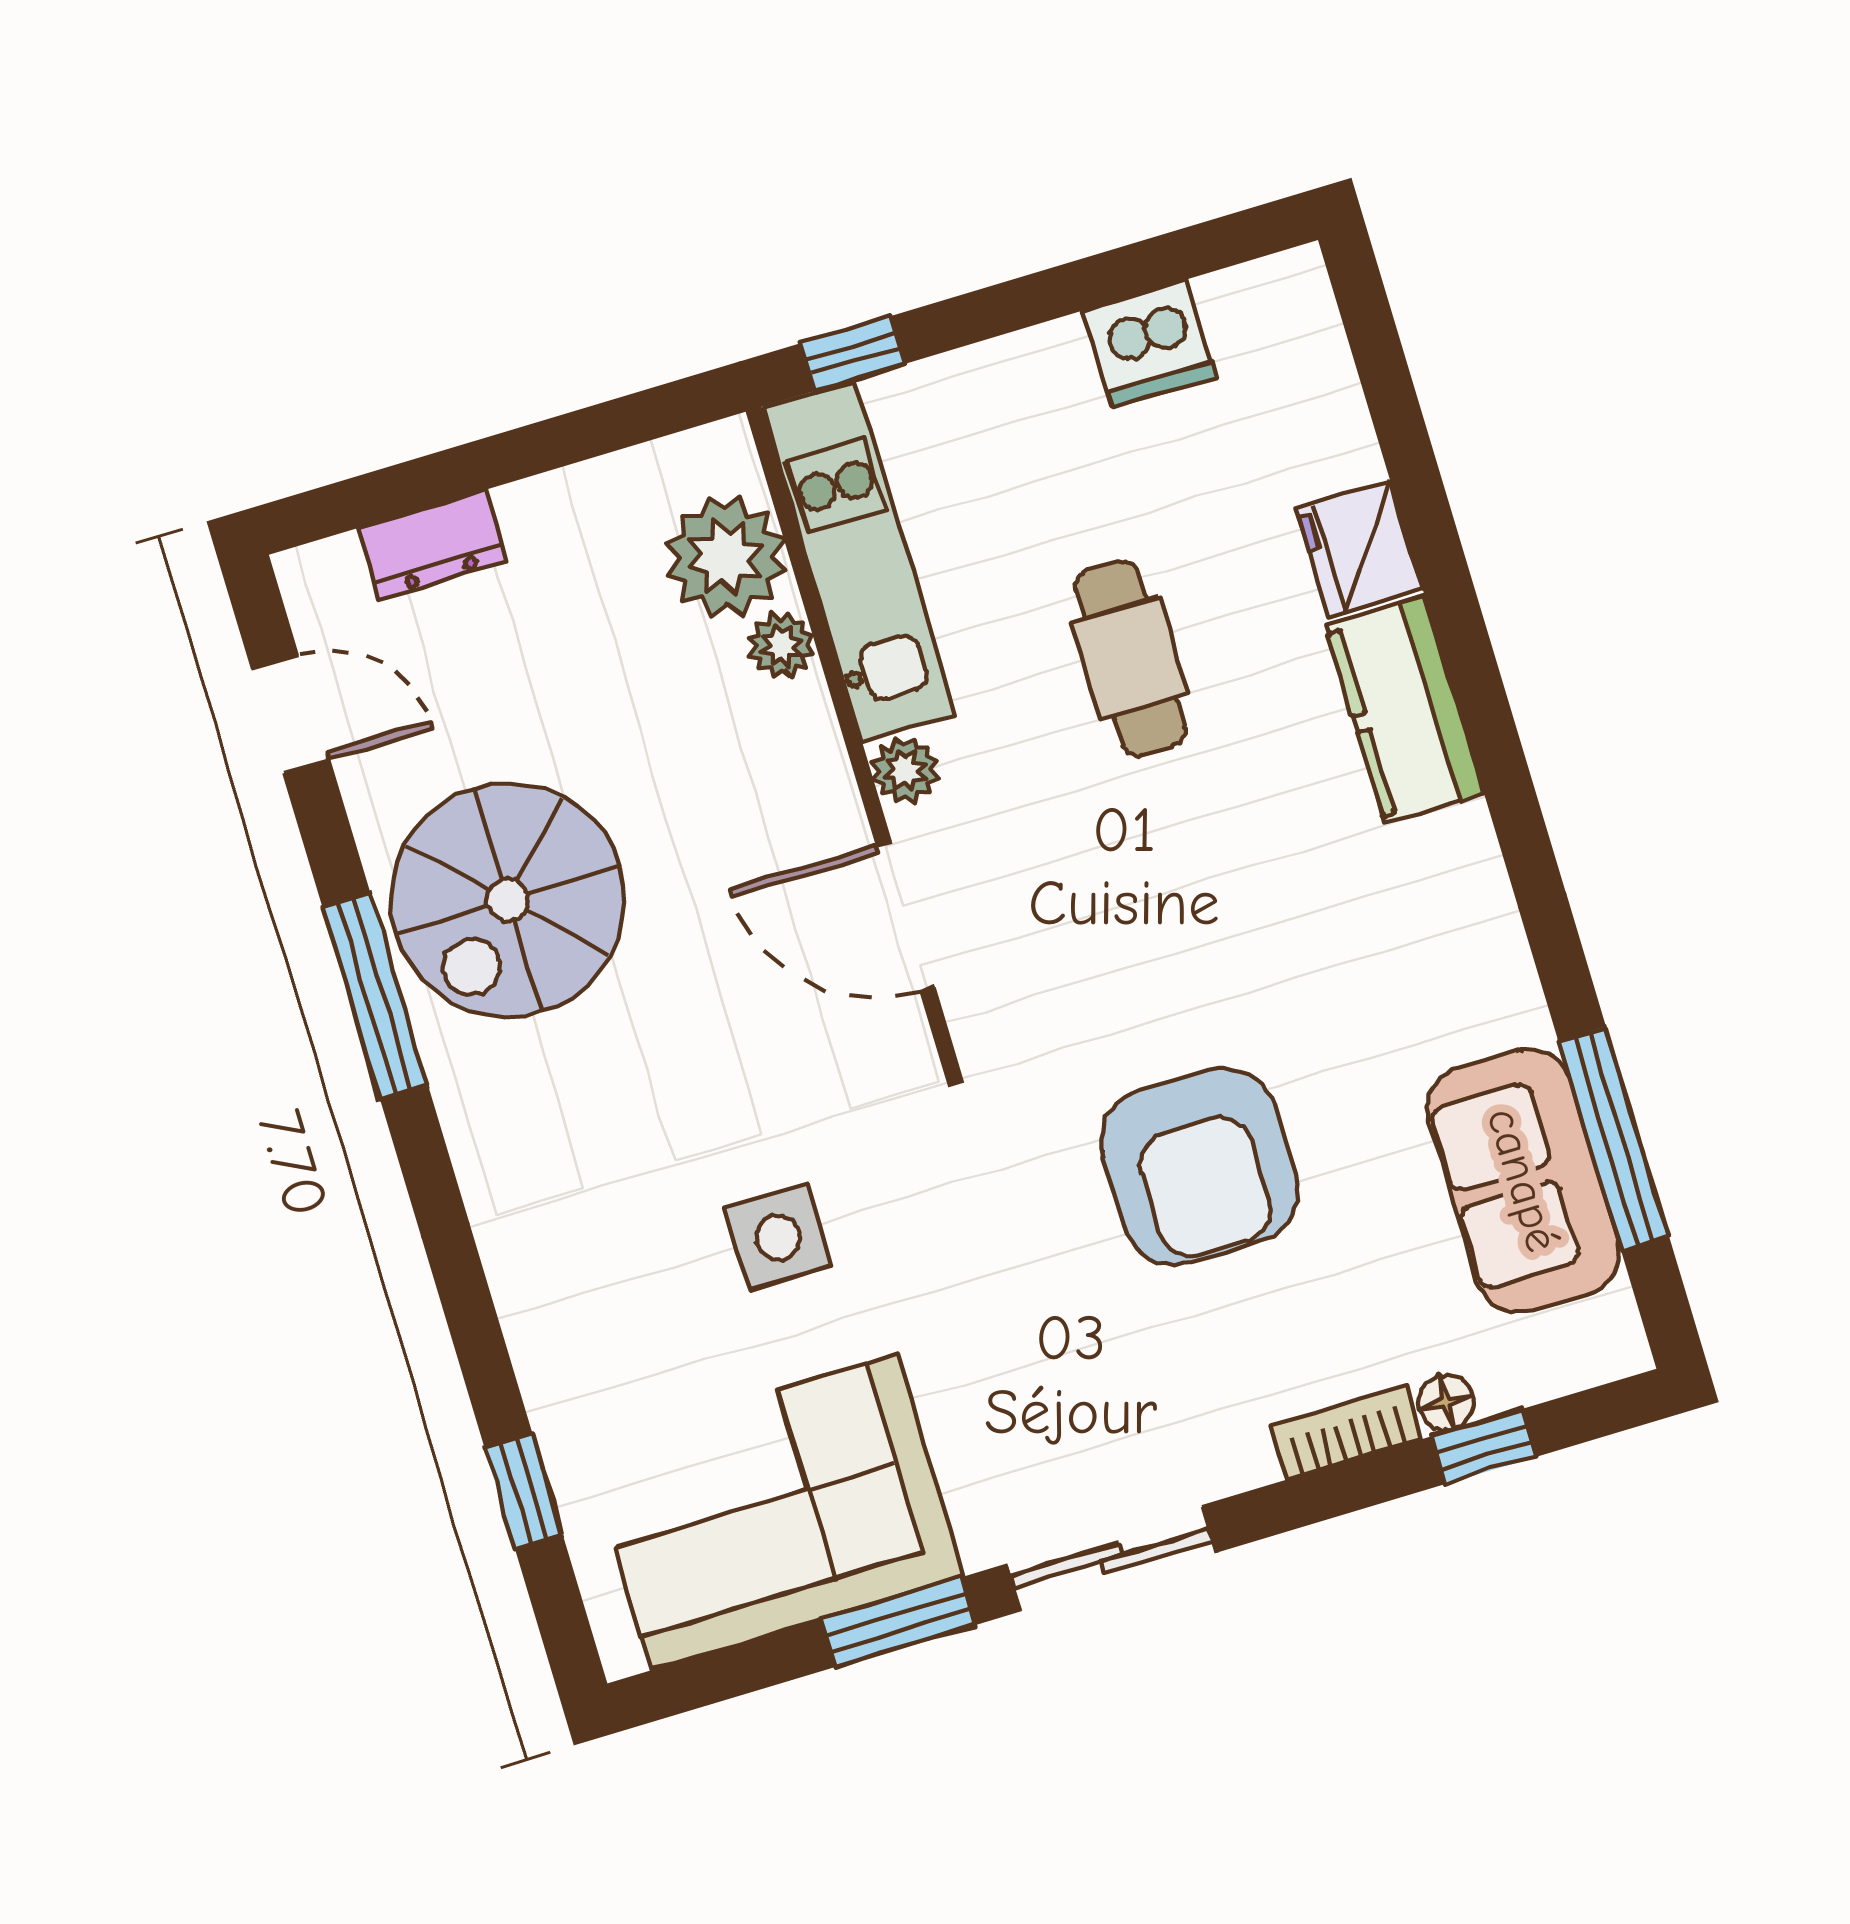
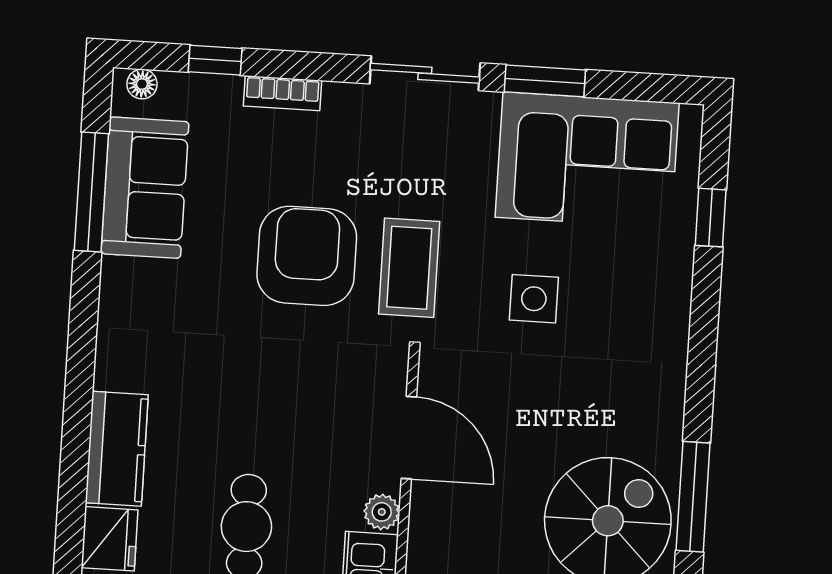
coffee table: (1014, 1211) -> (409, 268), added
floor lamp: (1446, 1403) -> (142, 84), moved

